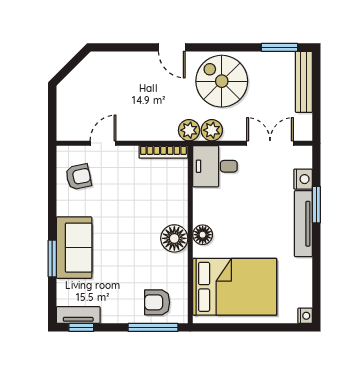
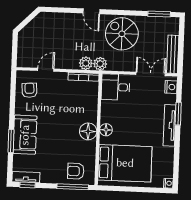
bench: (304, 82) -> (173, 54), moved
plant: (212, 130) -> (86, 63), moved
armchair: (78, 177) -> (30, 90), turned -82
nightstand: (303, 179) -> (171, 87), moved

